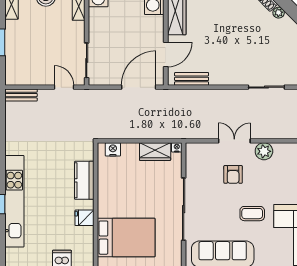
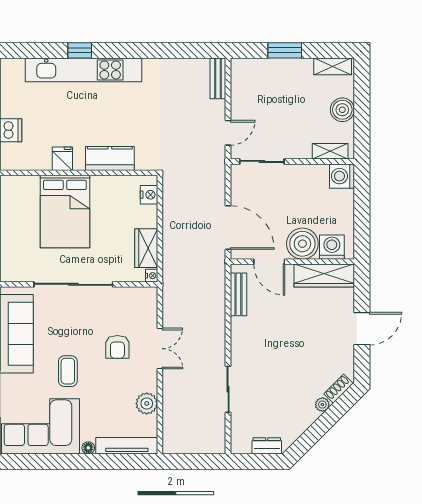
boiler: (152, 28) -> (302, 244), added
plant: (264, 151) -> (147, 403), moved
armchair: (233, 174) -> (117, 347), turned -90
bed: (126, 238) -> (65, 212), moved

